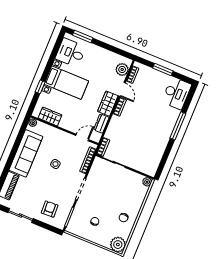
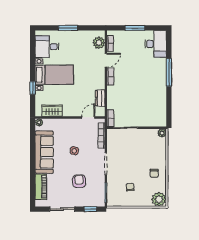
window: (83, 37) -> (68, 28), moved
door: (122, 89) -> (106, 60), hinge flipped
wardrobe: (108, 104) -> (99, 78), removed
armchair: (50, 209) -> (79, 181), moved
window: (48, 227) -> (90, 209), added

